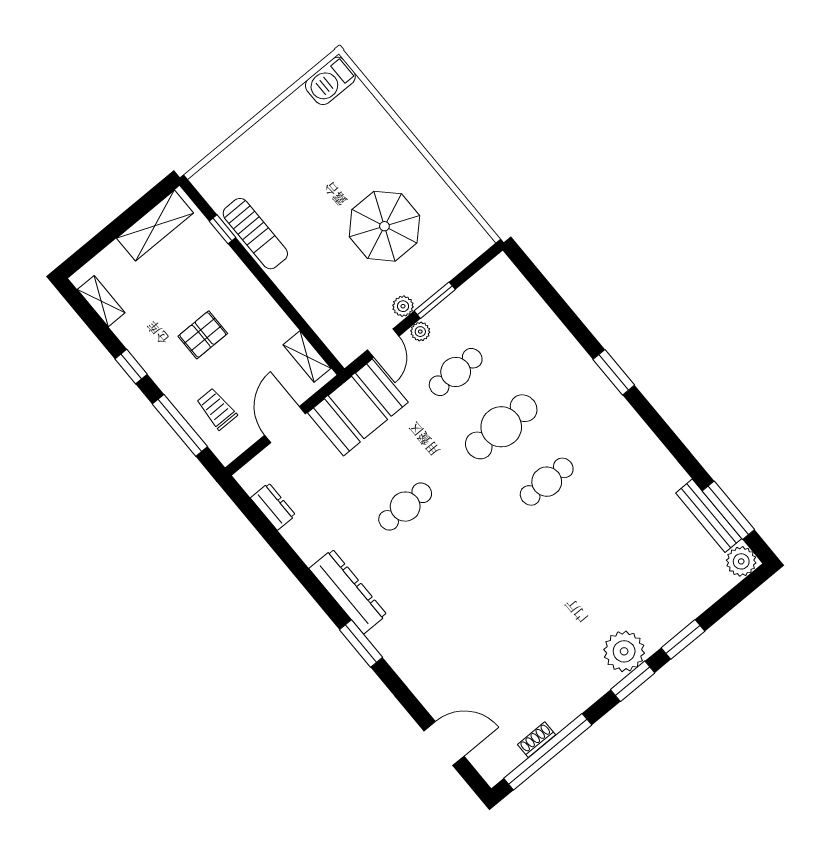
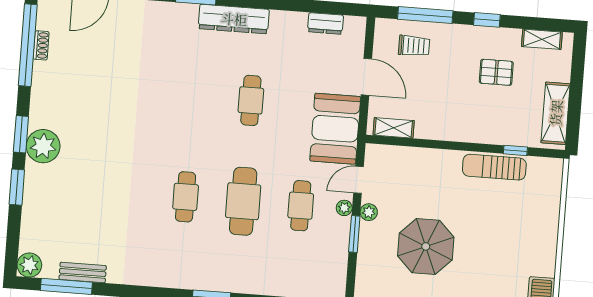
pallet: (203, 335) -> (496, 72), moved, turned 90
door: (383, 343) -> (358, 180), hinge flipped
bench: (709, 516) -> (83, 273), width x0.73

